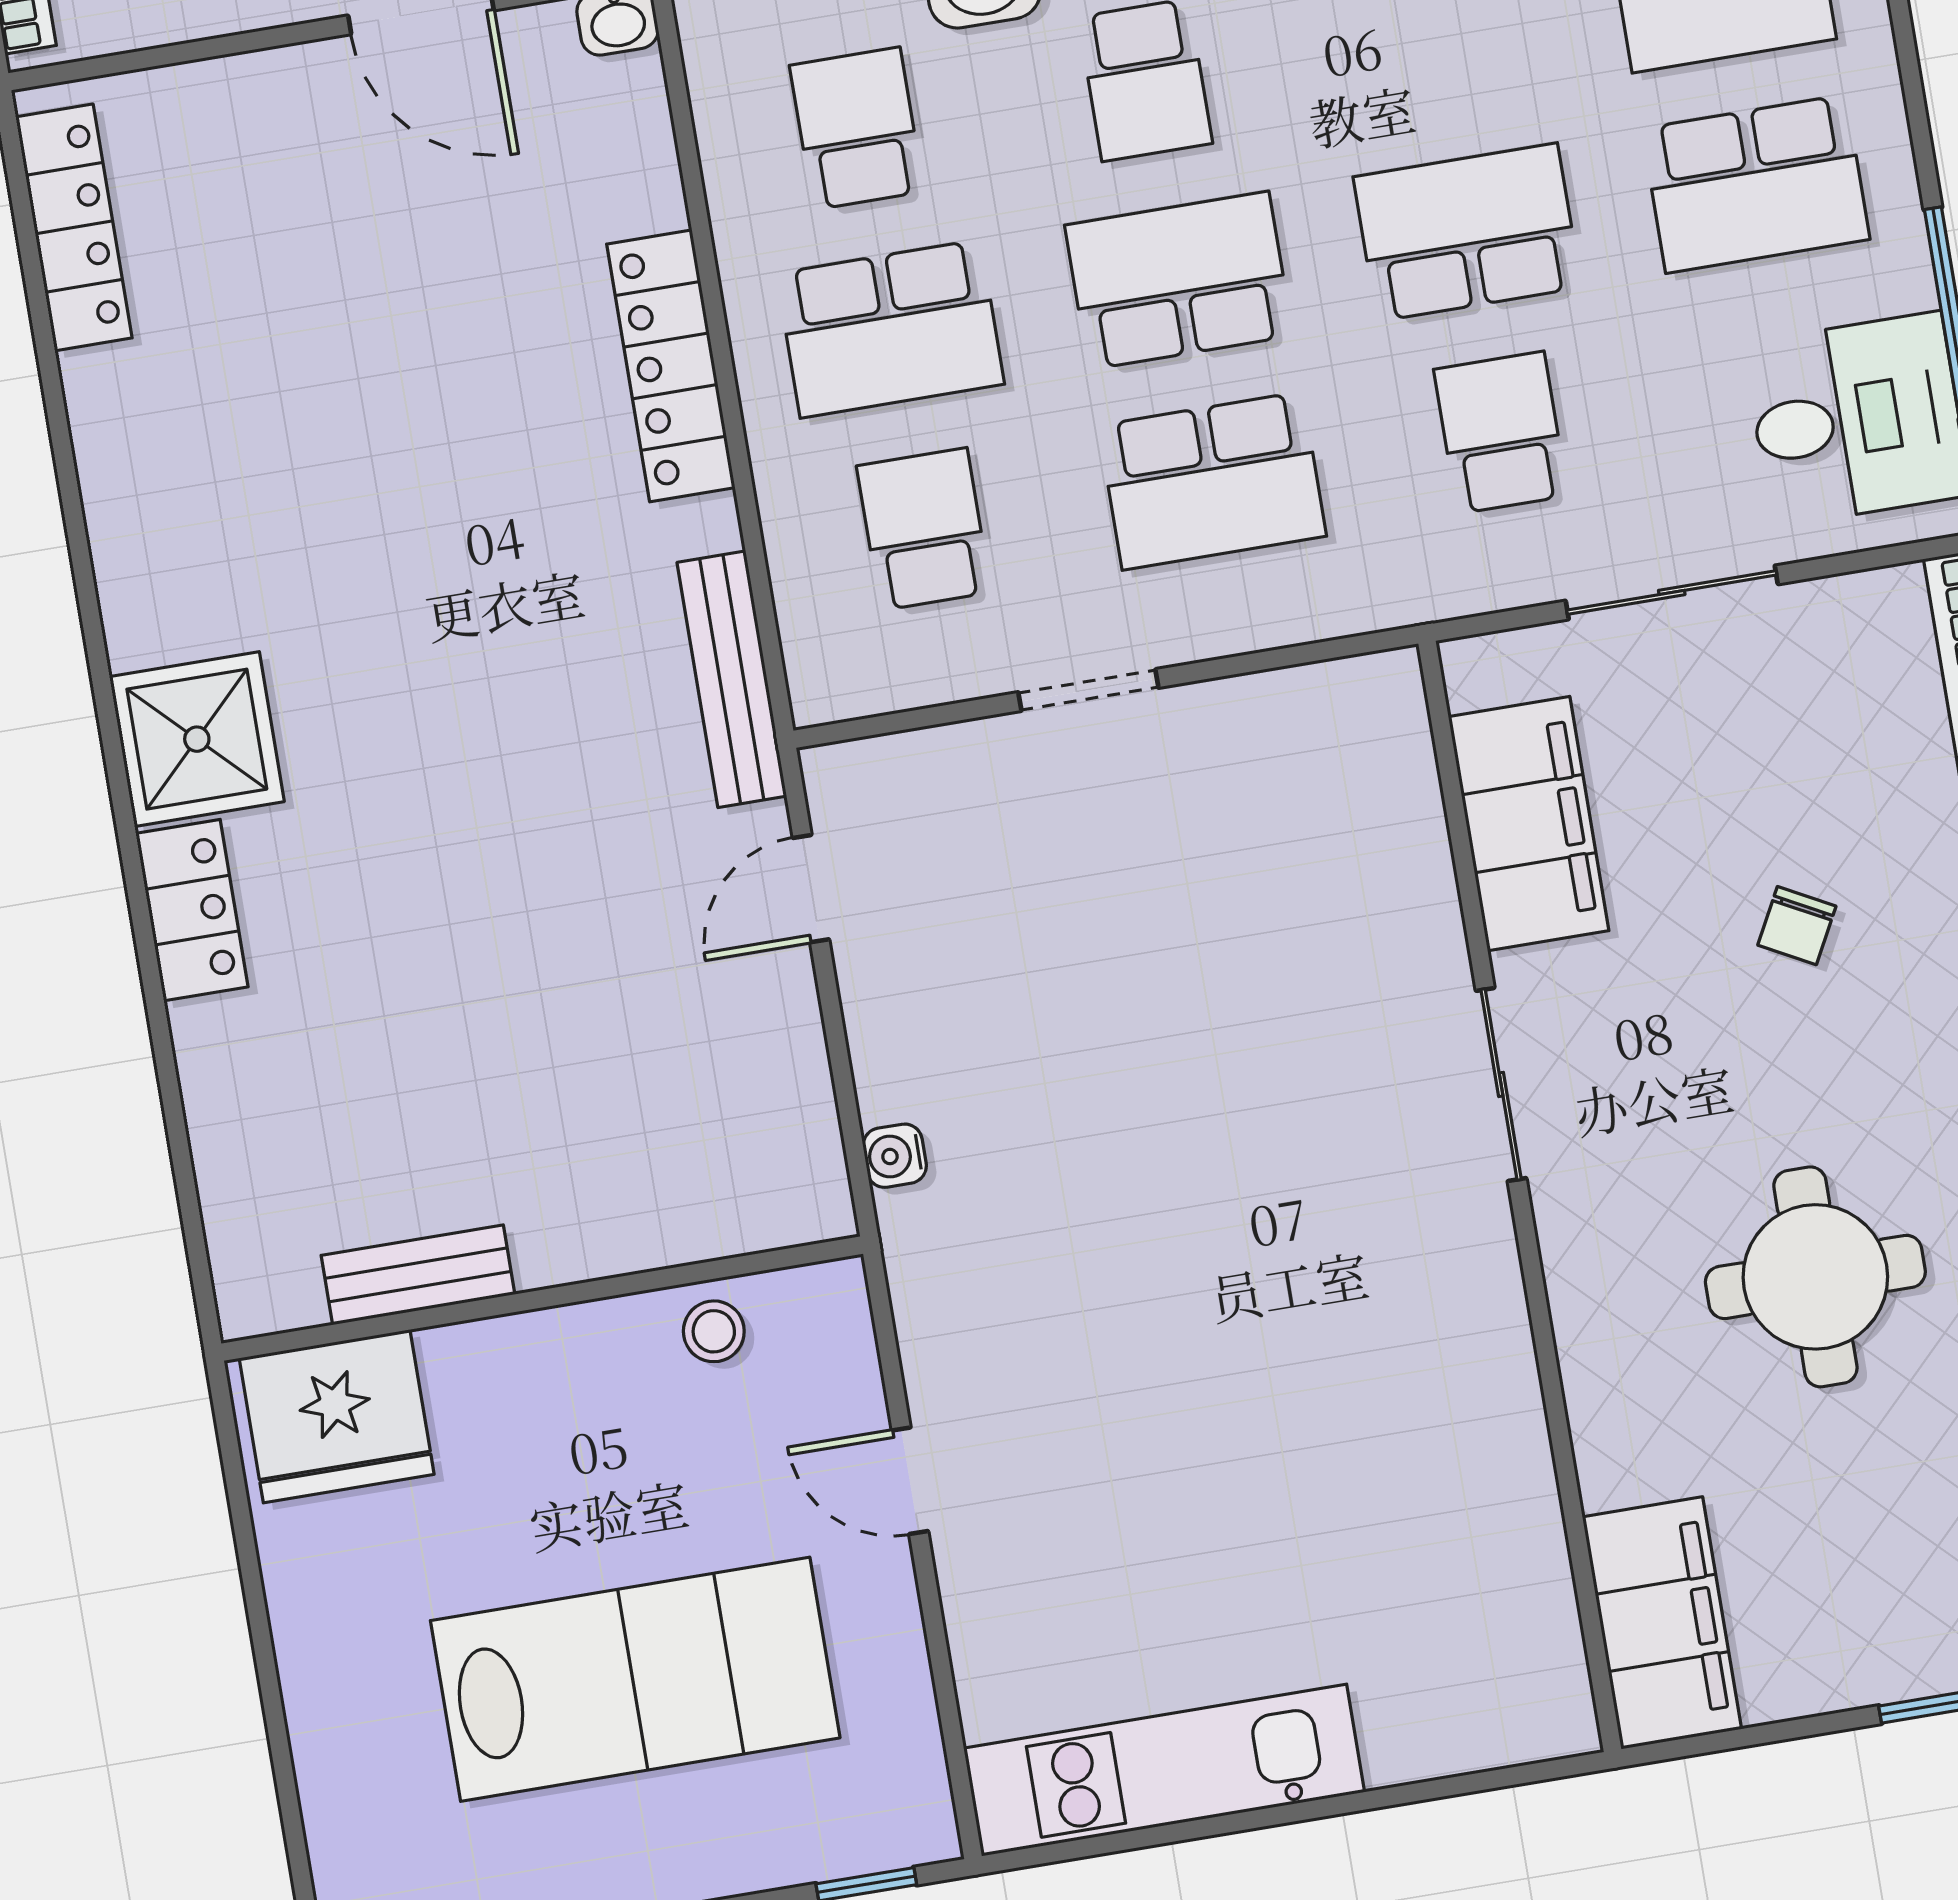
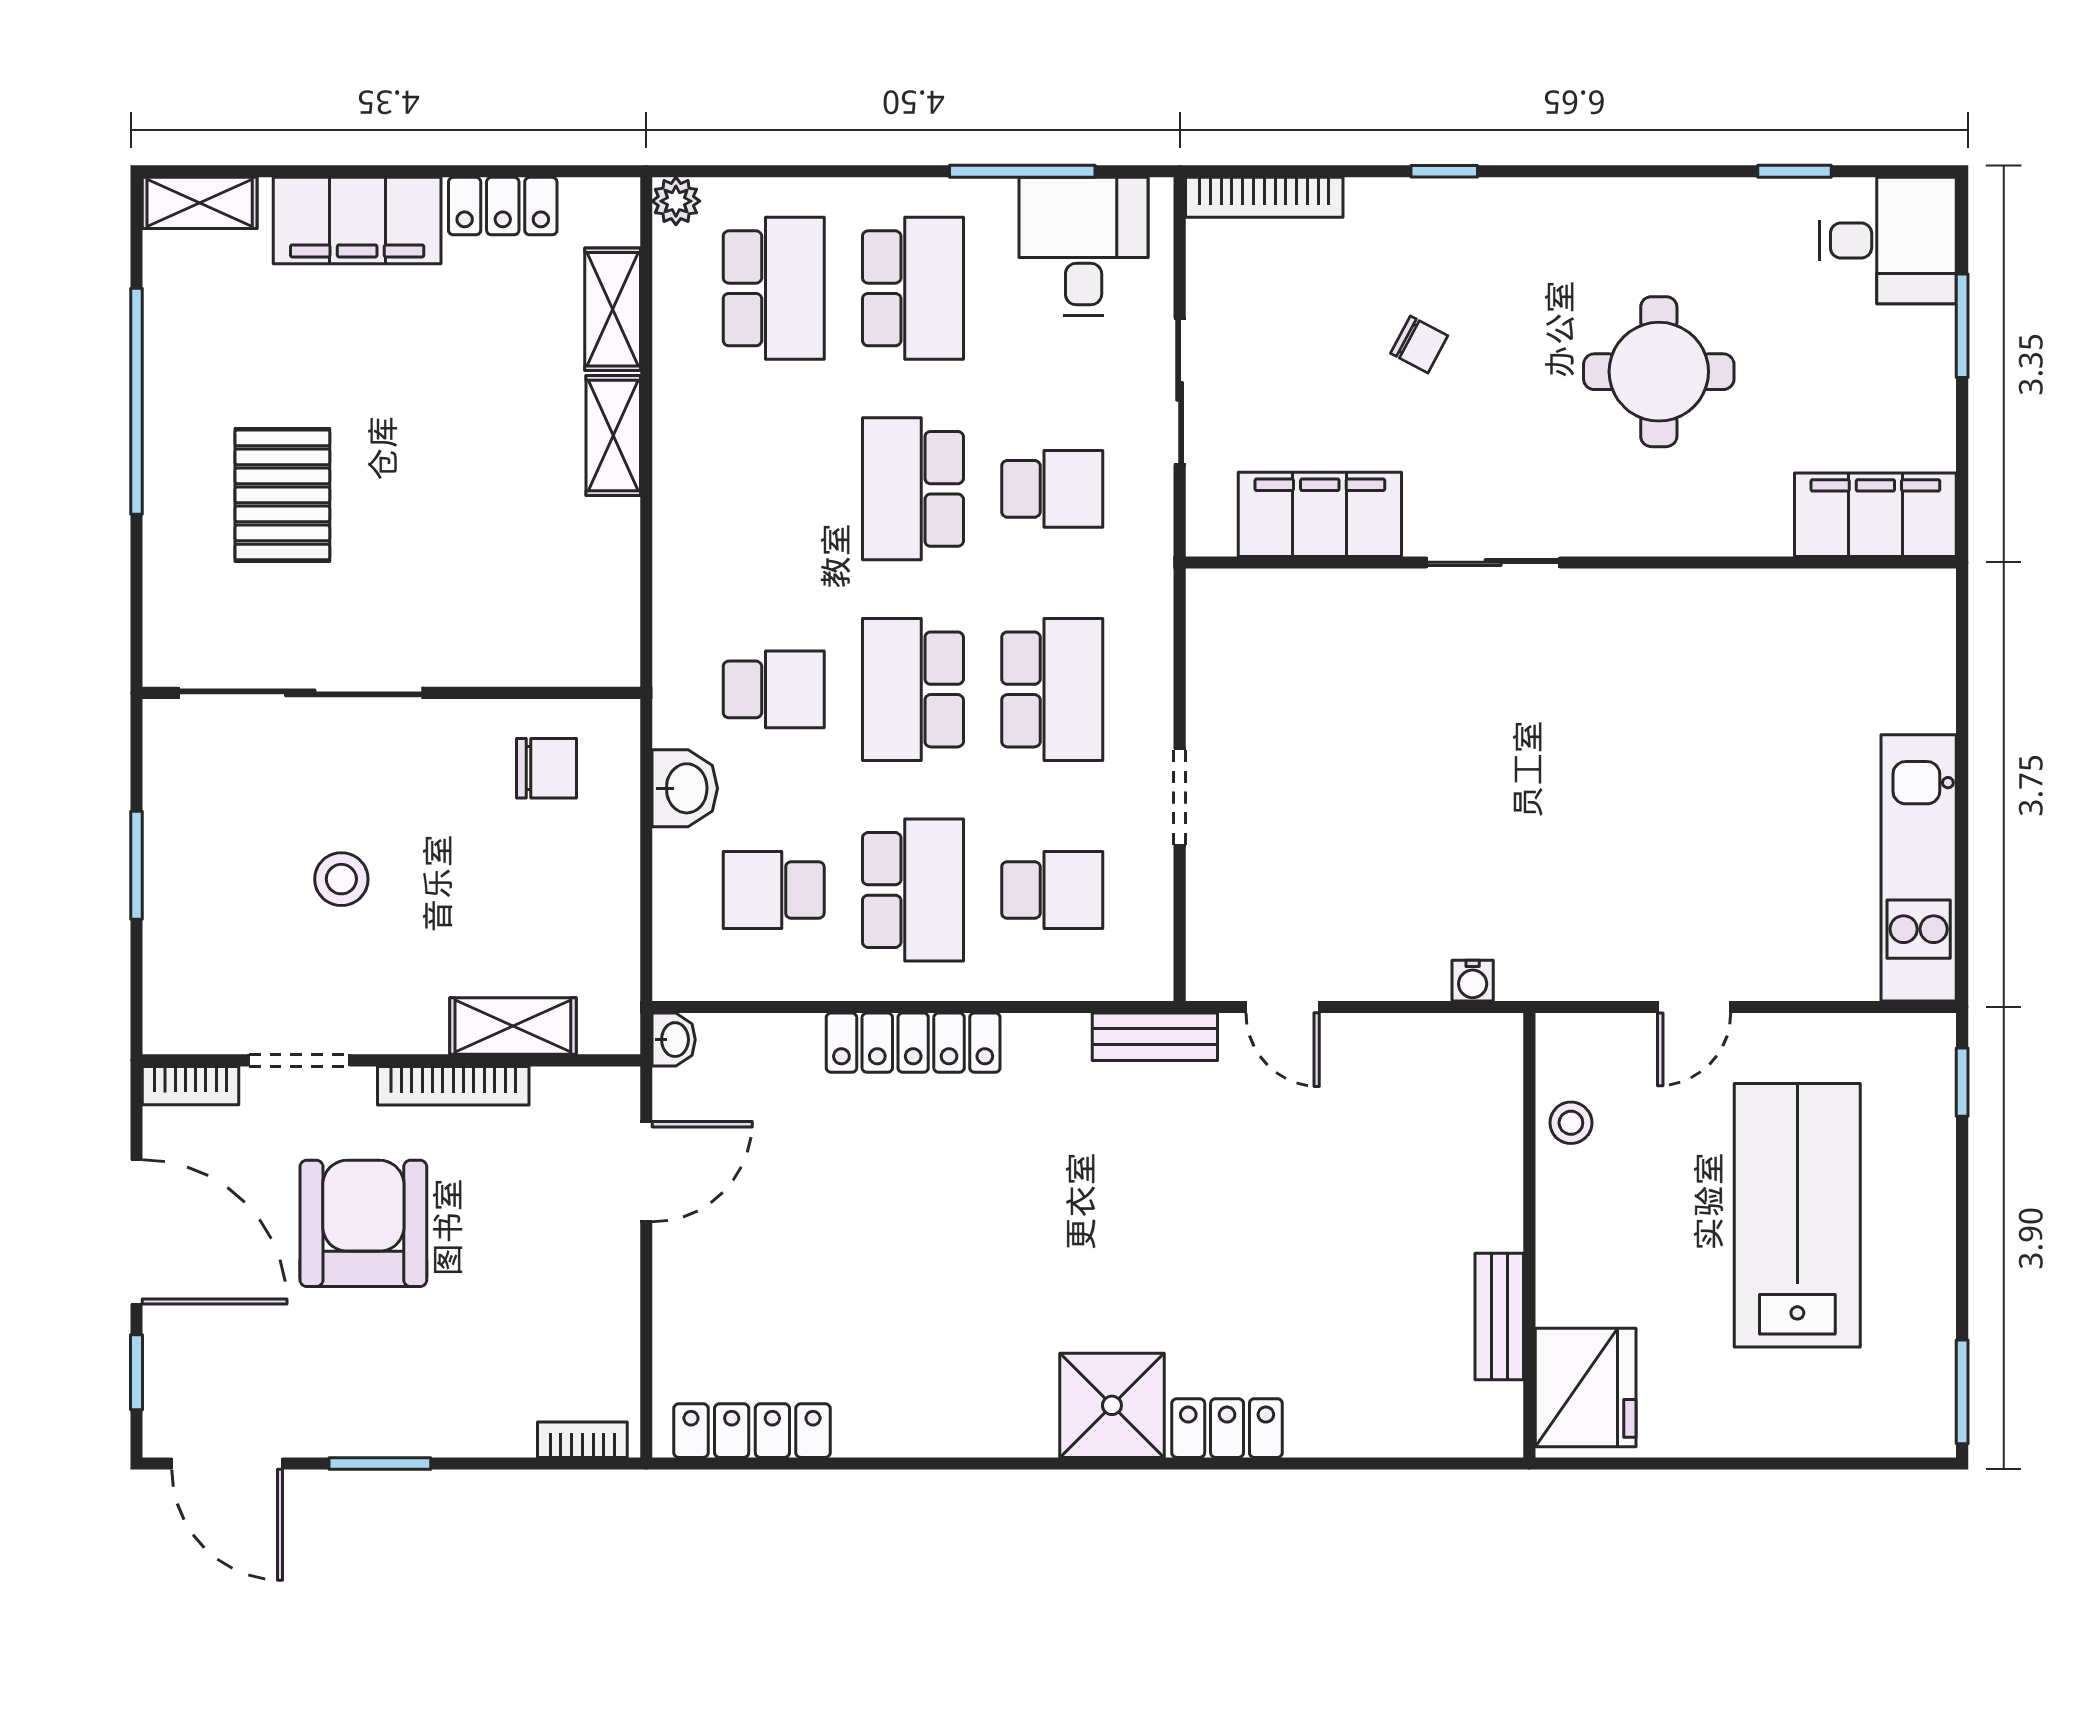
school desk: (1501, 433) -> (1052, 489), turned 180
school desk: (924, 529) -> (1052, 890), turned 180
bench: (732, 679) -> (1155, 1037), width x0.73

